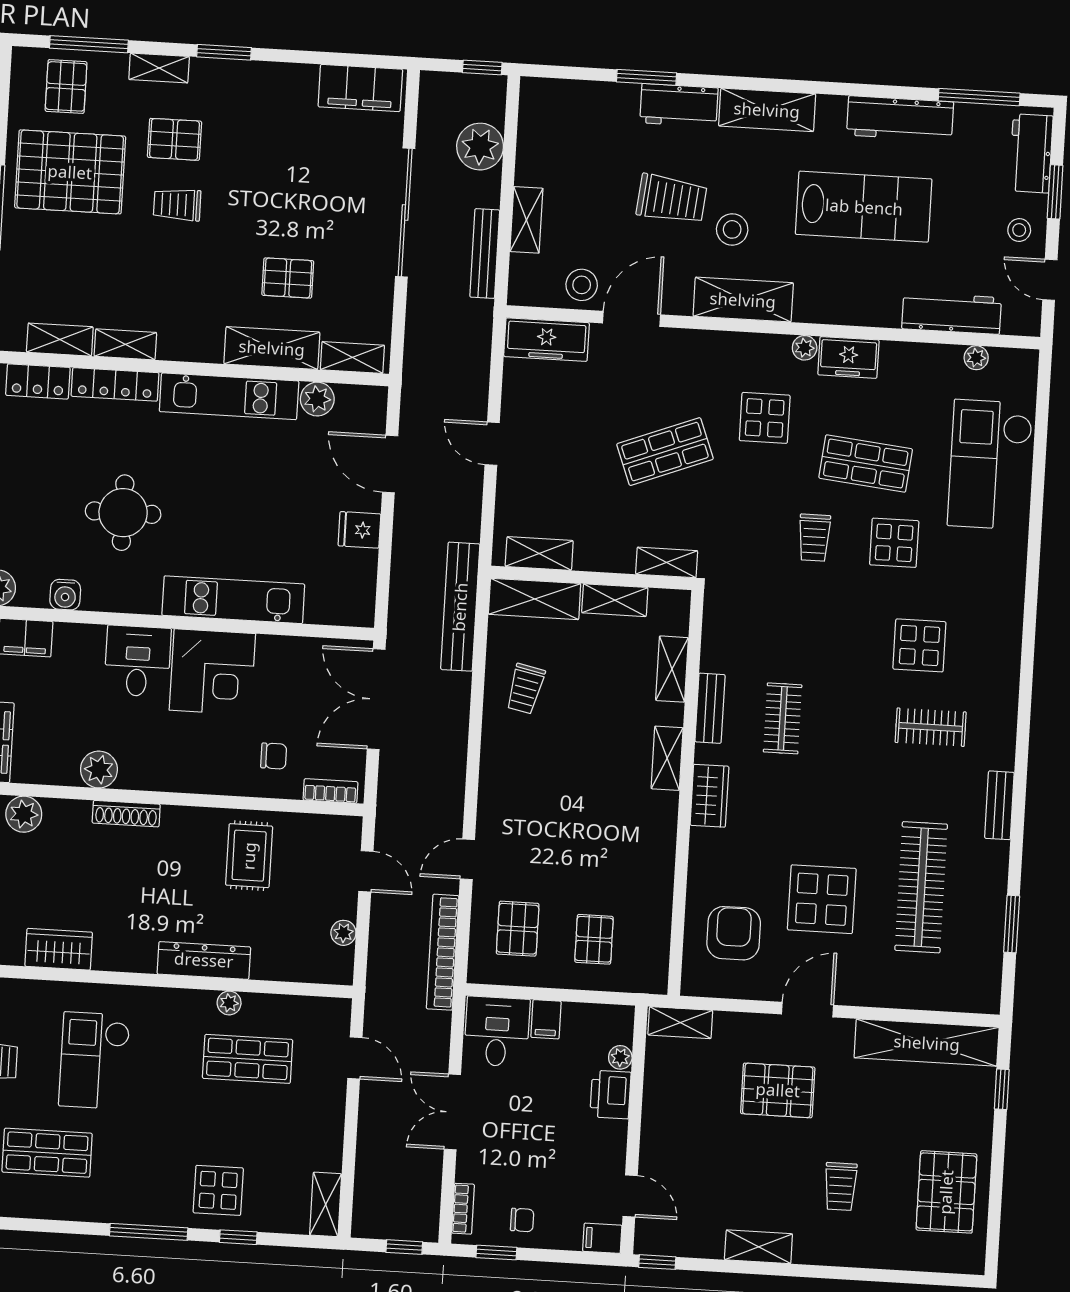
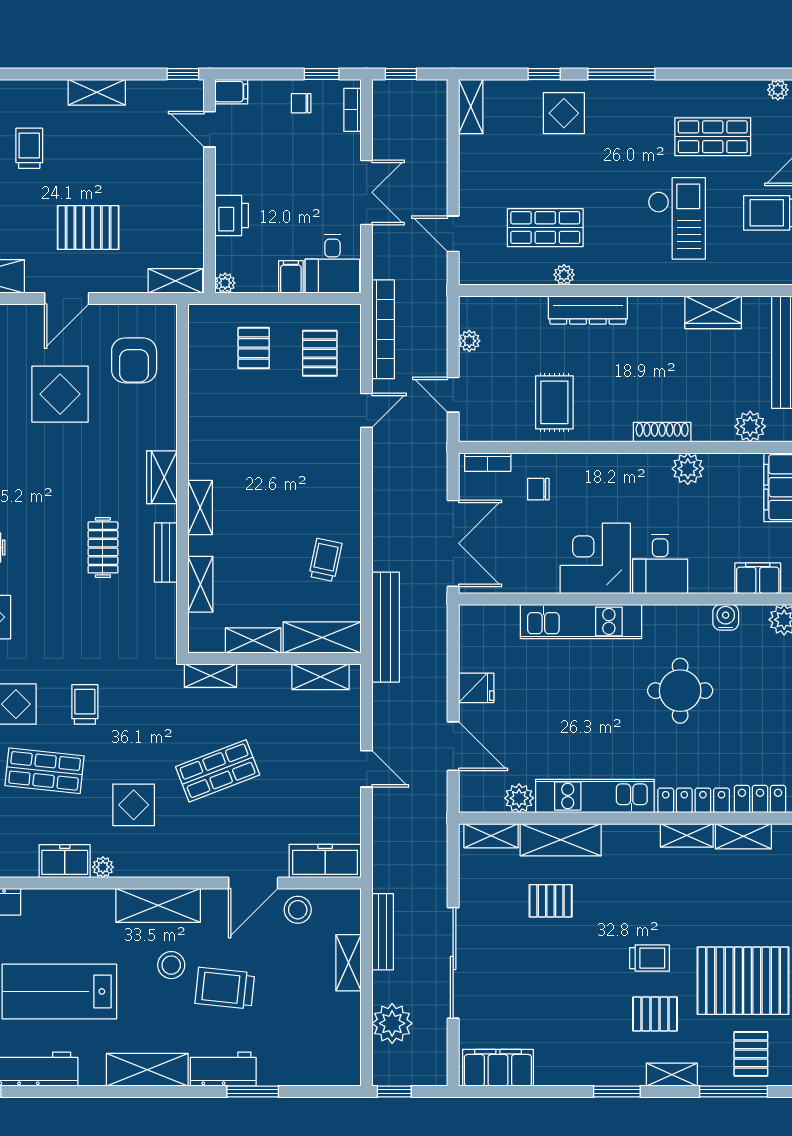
plant: (620, 1057) -> (225, 283), moved

